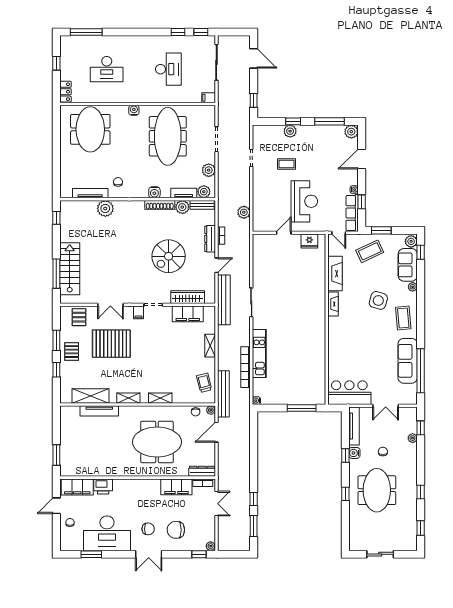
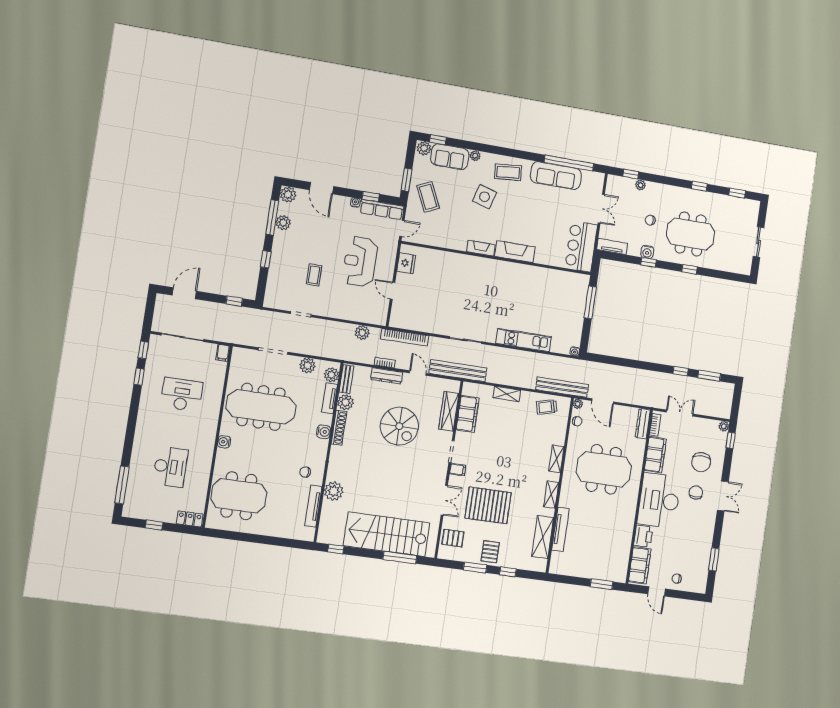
plant: (290, 131) -> (283, 223), moved
reception desk: (304, 201) -> (360, 262), turned -90
stairs: (70, 269) -> (387, 534), width x1.36, depth x1.51
fireplace: (335, 274) -> (515, 252), moved
pallet: (111, 344) -> (488, 505), turned 90
pallet: (72, 352) -> (490, 552), turned 90
bookcase: (245, 367) -> (405, 337), moved
tv unit: (354, 426) -> (612, 246), width x0.71
meeting table: (157, 442) -> (604, 469), turned 90
desk: (107, 533) -> (659, 500), moved, turned 180

